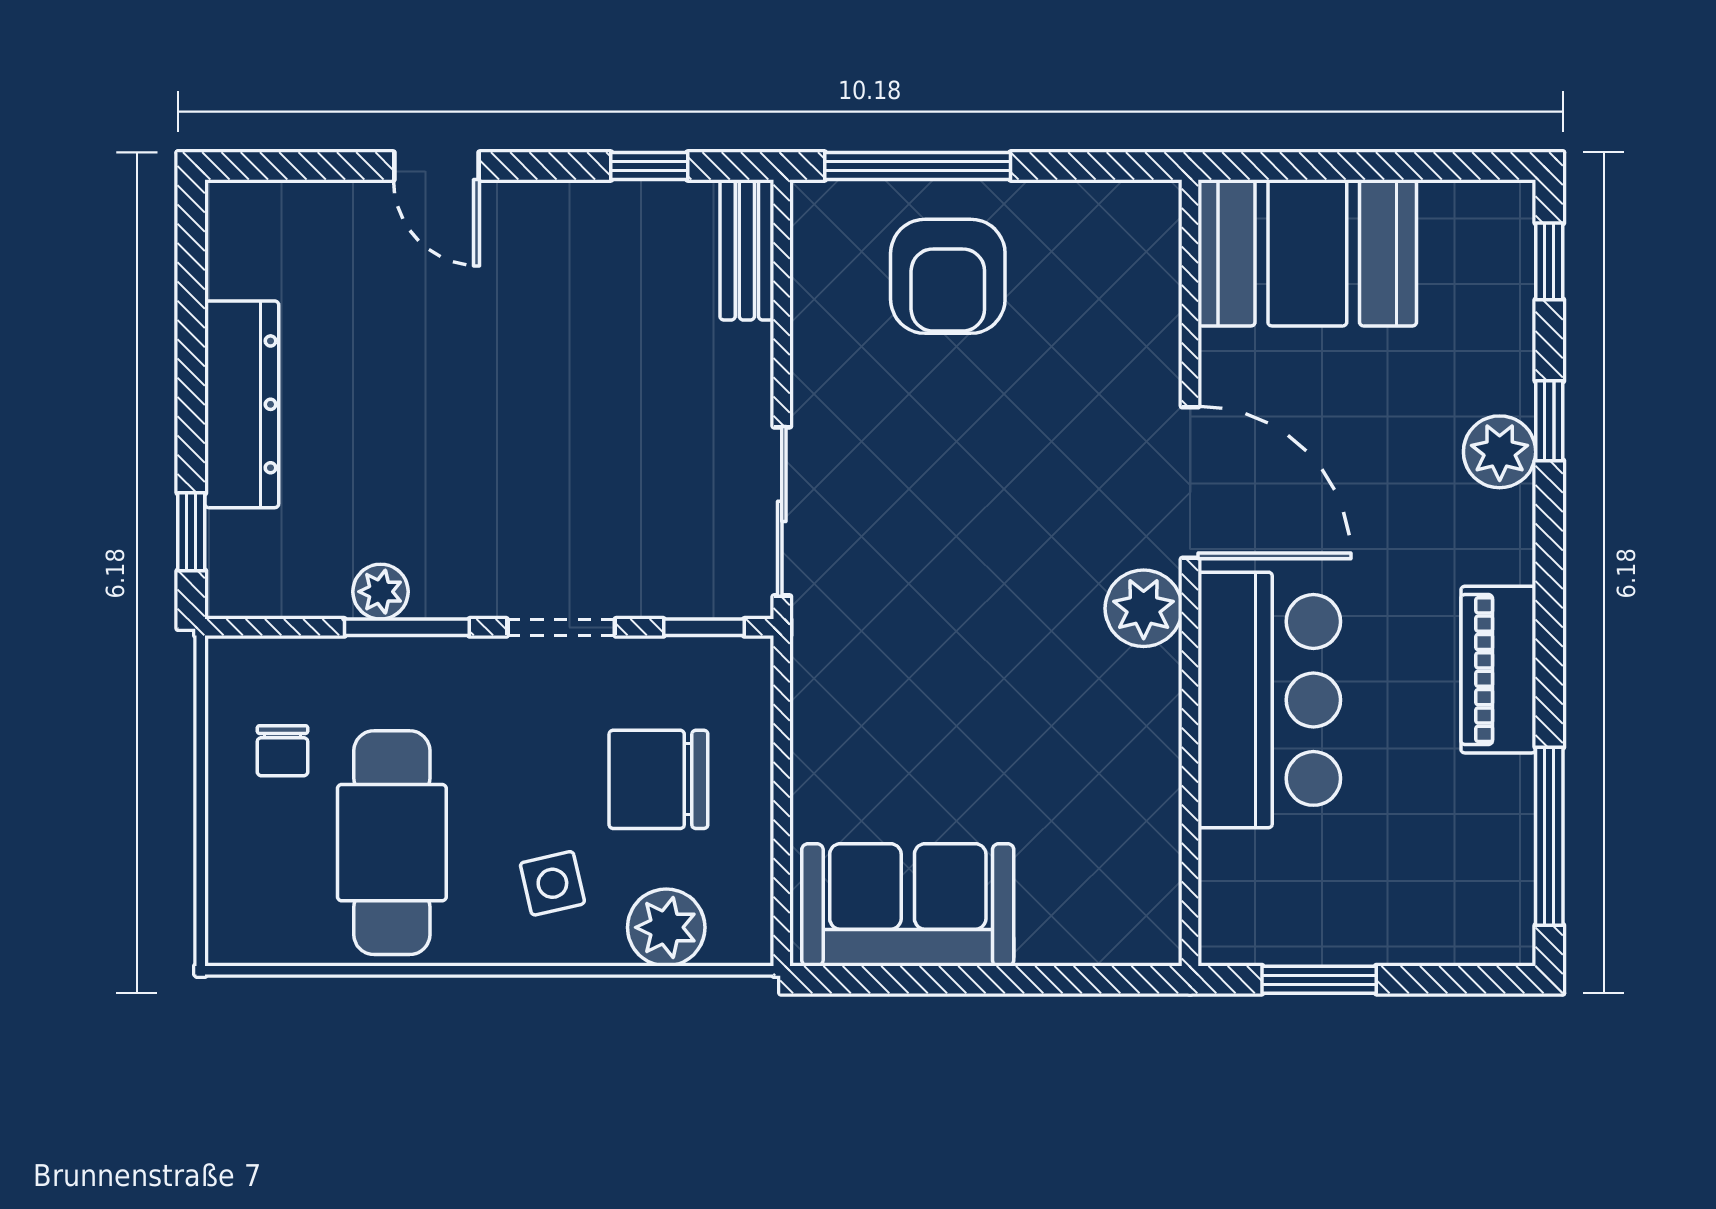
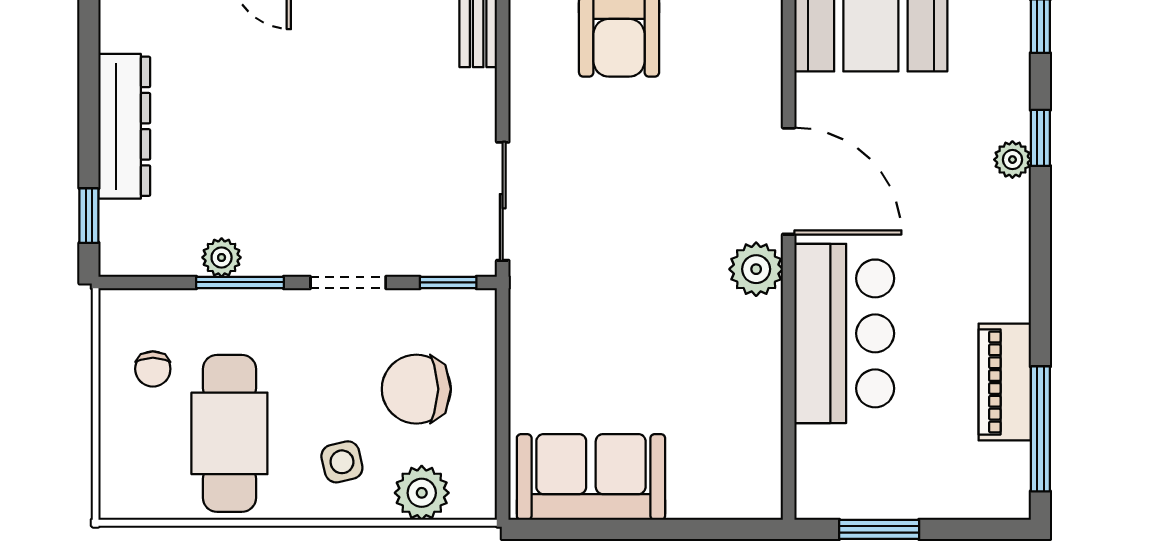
plant: (1500, 452) -> (1012, 160), width x0.73, depth x0.73
piano: (1498, 670) -> (1005, 382), moved

